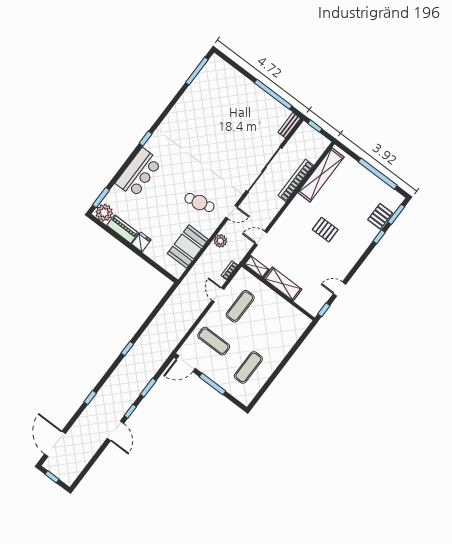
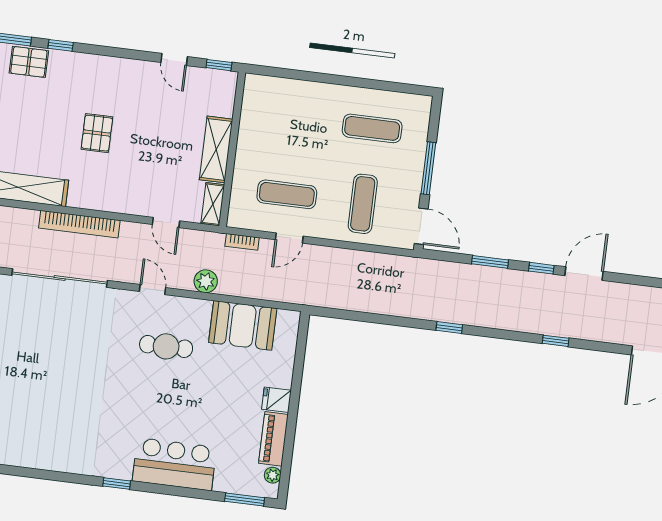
bookcase: (296, 180) -> (79, 224), moved
cafe table: (199, 203) -> (166, 346), turned -76
plant: (104, 213) -> (273, 475), width x0.53, depth x0.53

